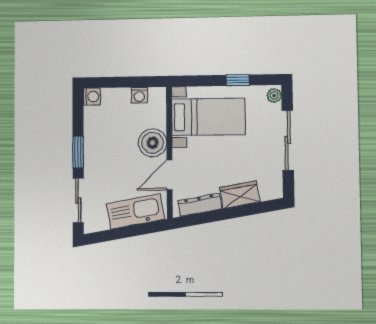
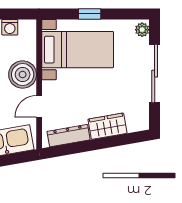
window: (238, 80) -> (90, 14), moved
door: (170, 175) -> (39, 106), width x0.73

